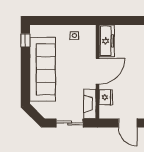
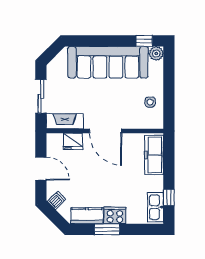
plant: (35, 31) -> (156, 53), added
freezer: (107, 41) -> (154, 155), moved, turned 90
door: (128, 123) -> (41, 169), swing flipped

